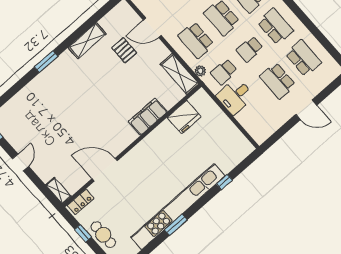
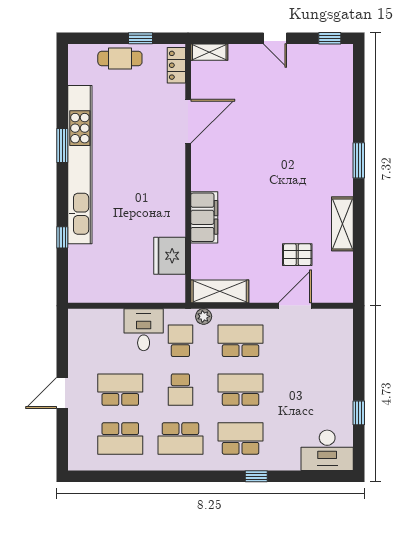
school desk: (250, 49) -> (180, 390), turned 180

